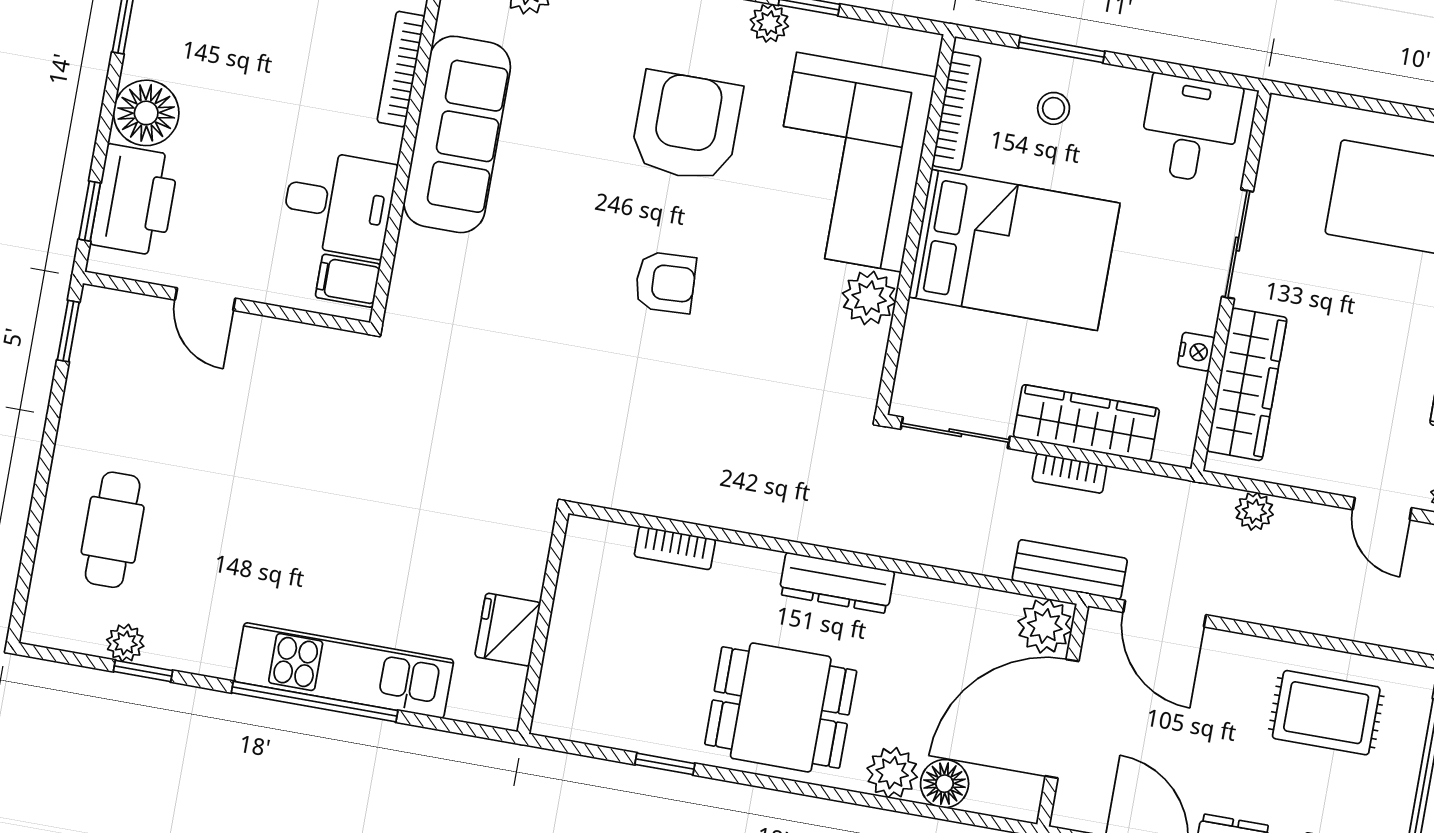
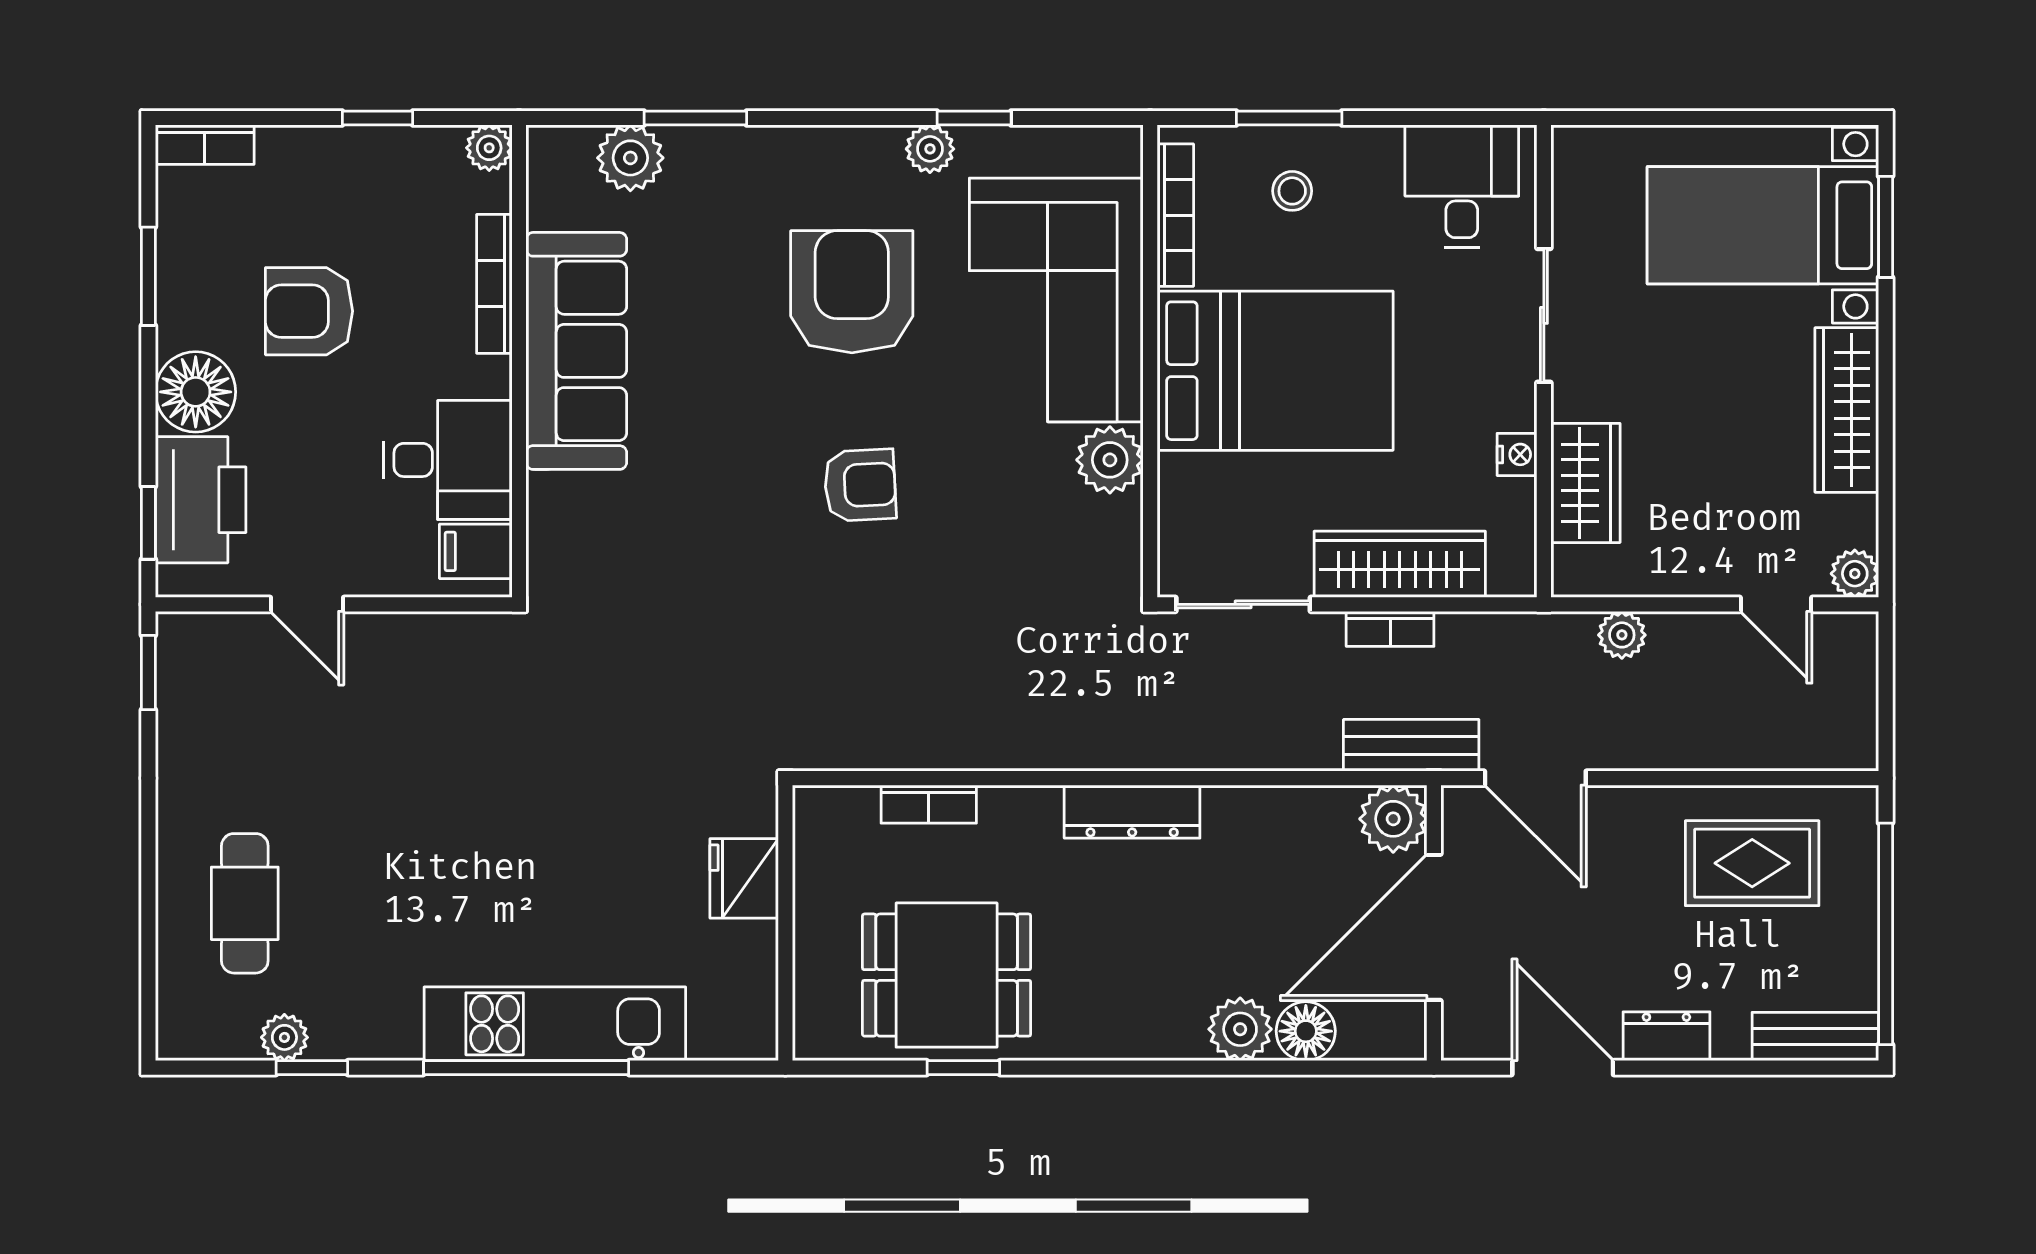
armchair: (249, 64) -> (309, 311), added
wardrobe: (1247, 384) -> (1585, 483), width x0.67
fridge: (508, 630) -> (744, 878), moved
dining table: (781, 707) -> (947, 975), moved

